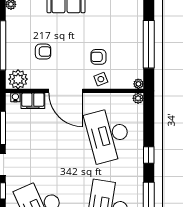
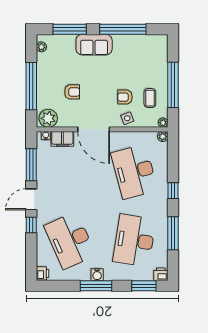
coffee table: (125, 58) -> (150, 98), added

